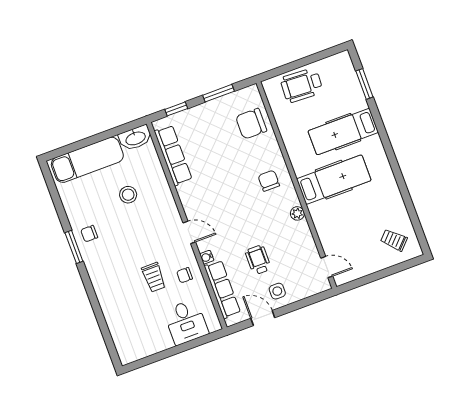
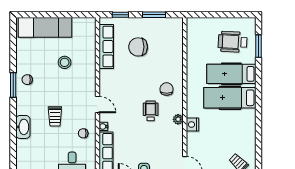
wheelchair: (302, 85) -> (233, 42), moved
chair: (251, 124) -> (138, 47), moved
washbasin: (135, 138) -> (23, 127), moved, turned -90
hospital bed: (334, 180) -> (230, 98), moved, turned 180
nightstand: (318, 213) -> (192, 125), added
wheelchair: (258, 260) -> (151, 111), moved
trolley: (154, 277) -> (55, 116), moved

